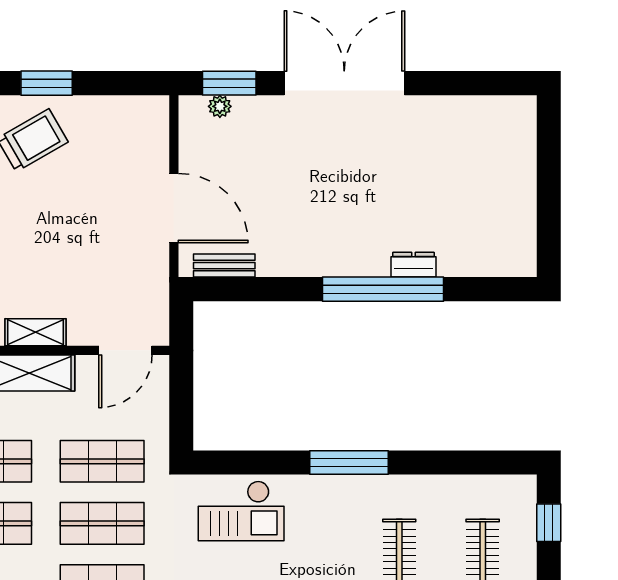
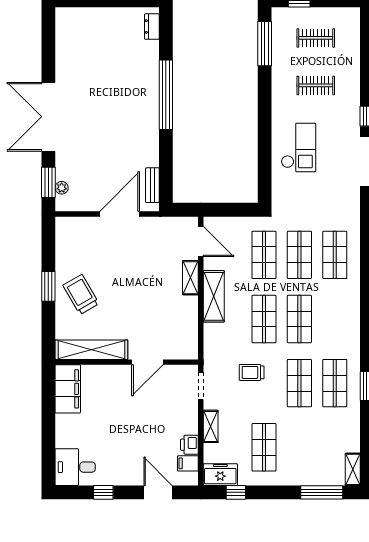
dresser: (413, 265) -> (152, 27), moved
shelving: (35, 332) -> (190, 278), moved
window: (349, 462) -> (265, 44), moved
checkout: (241, 511) -> (299, 147), moved

